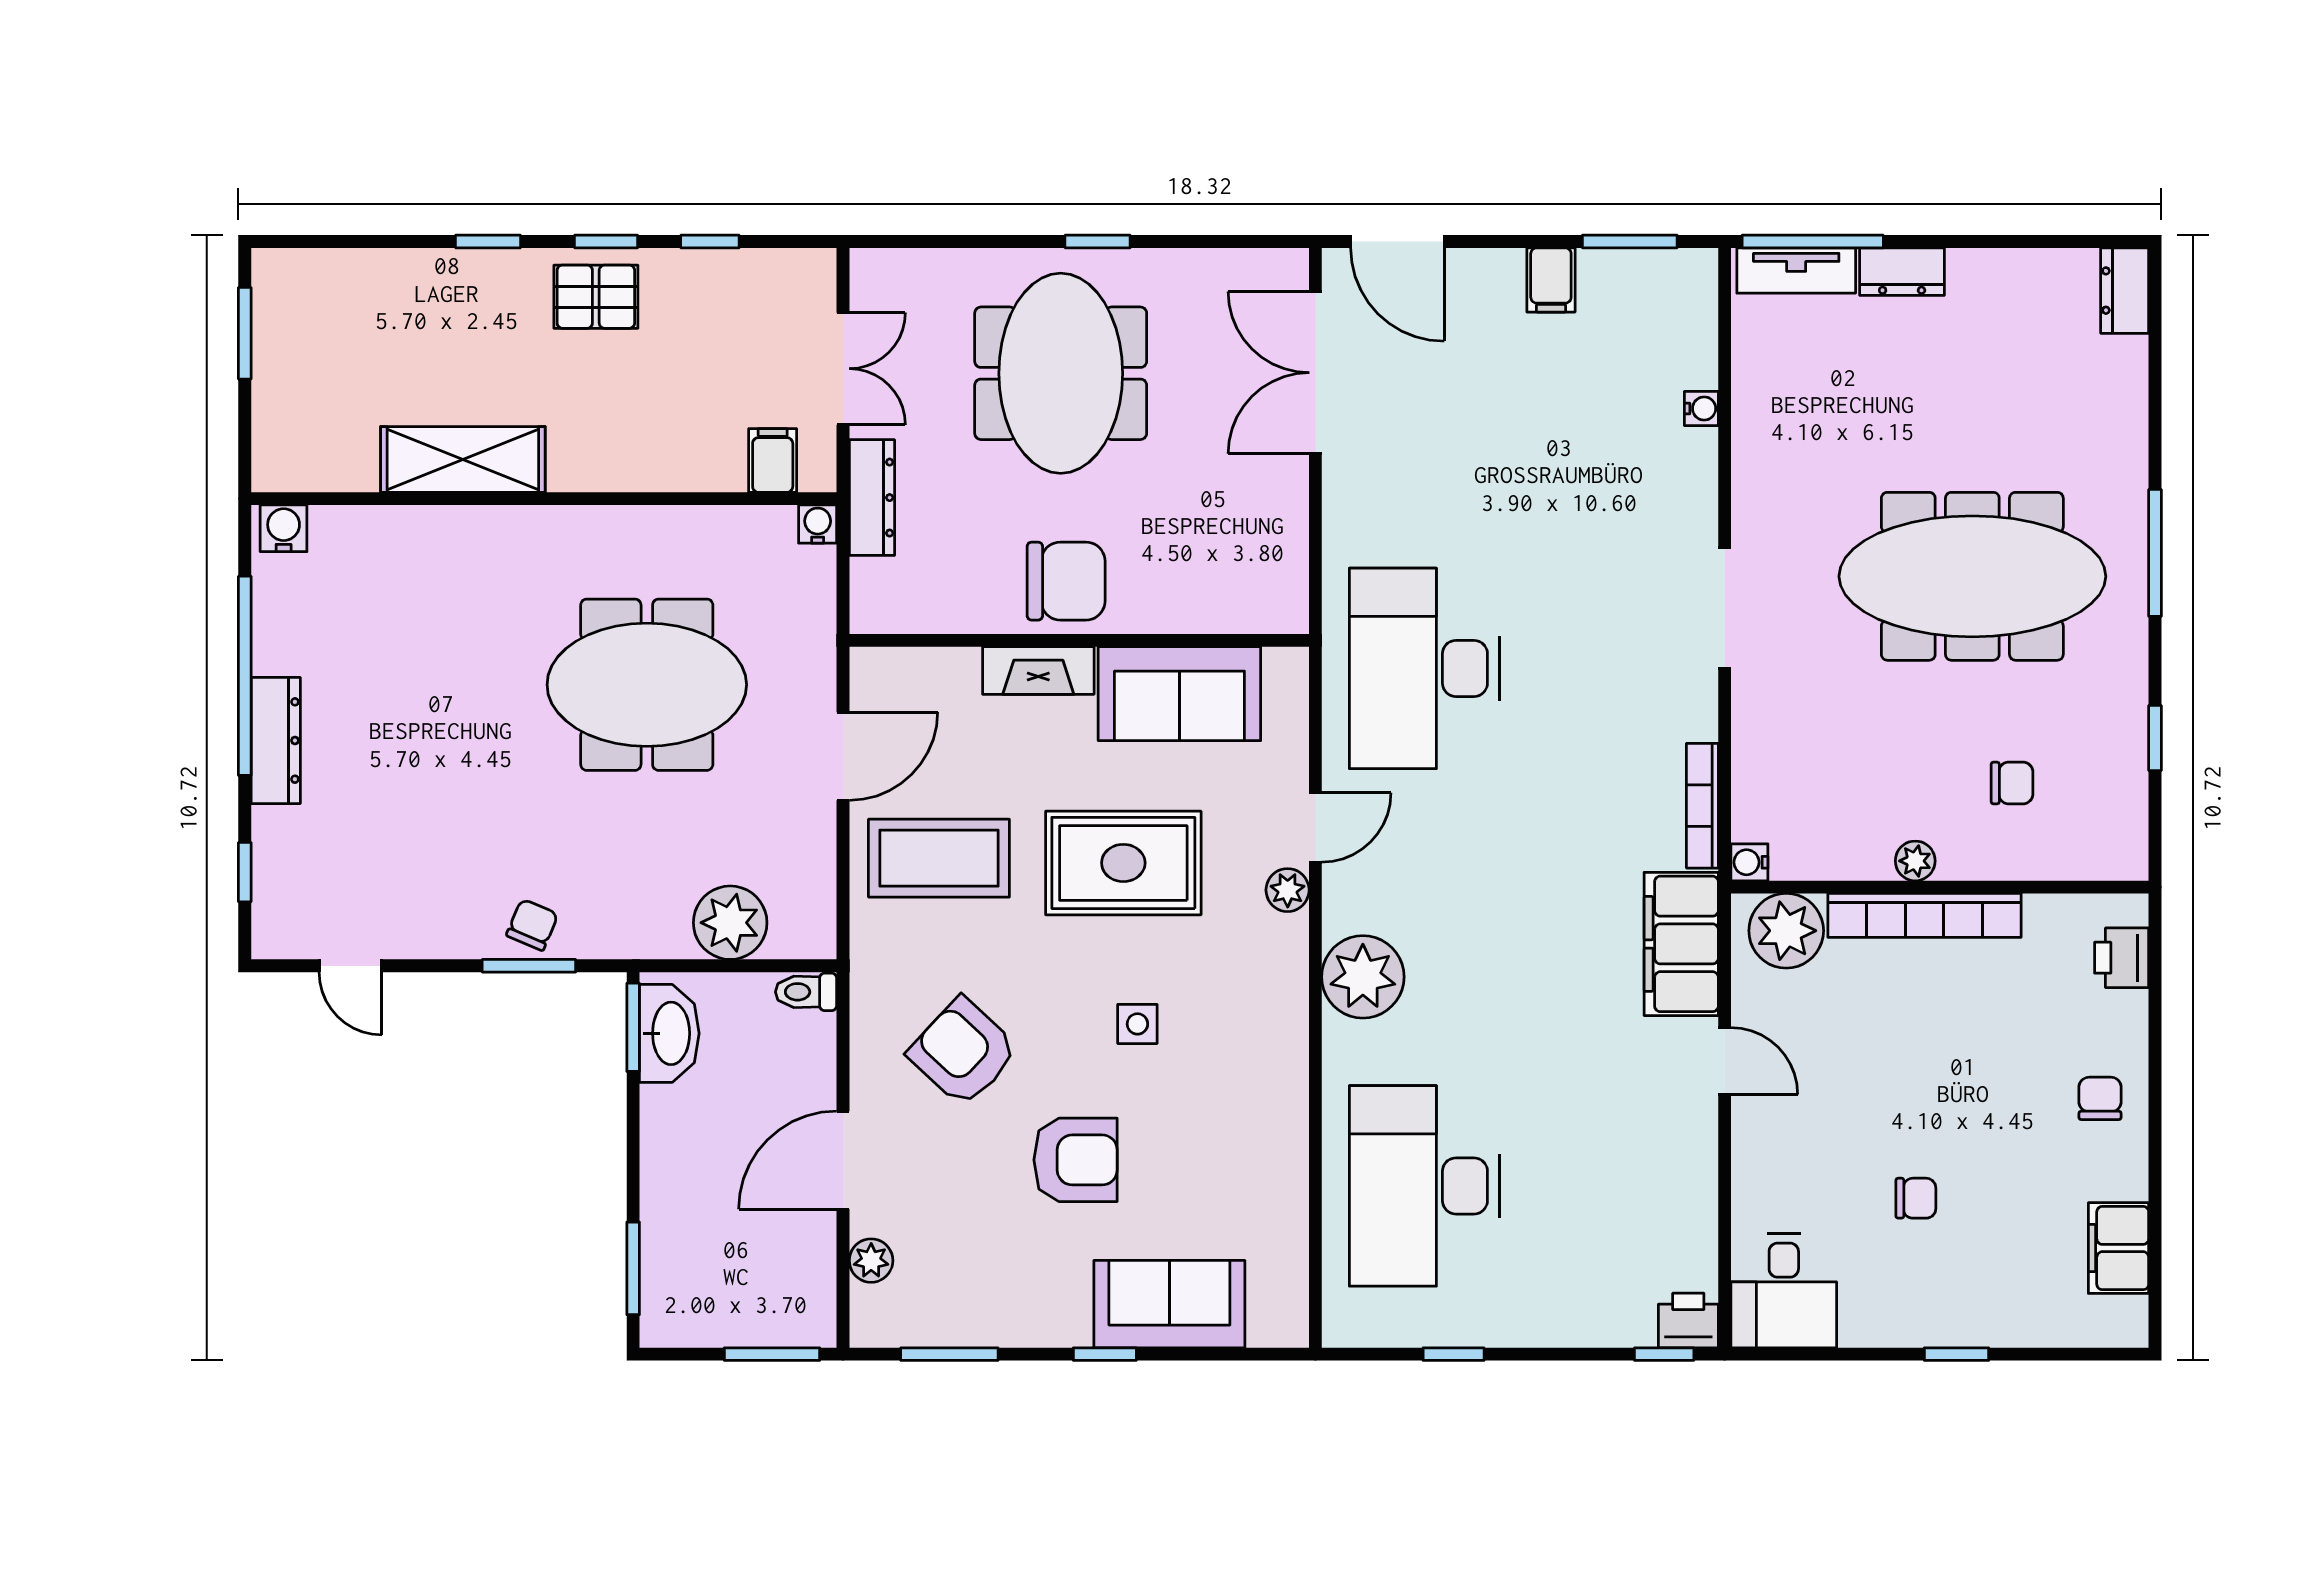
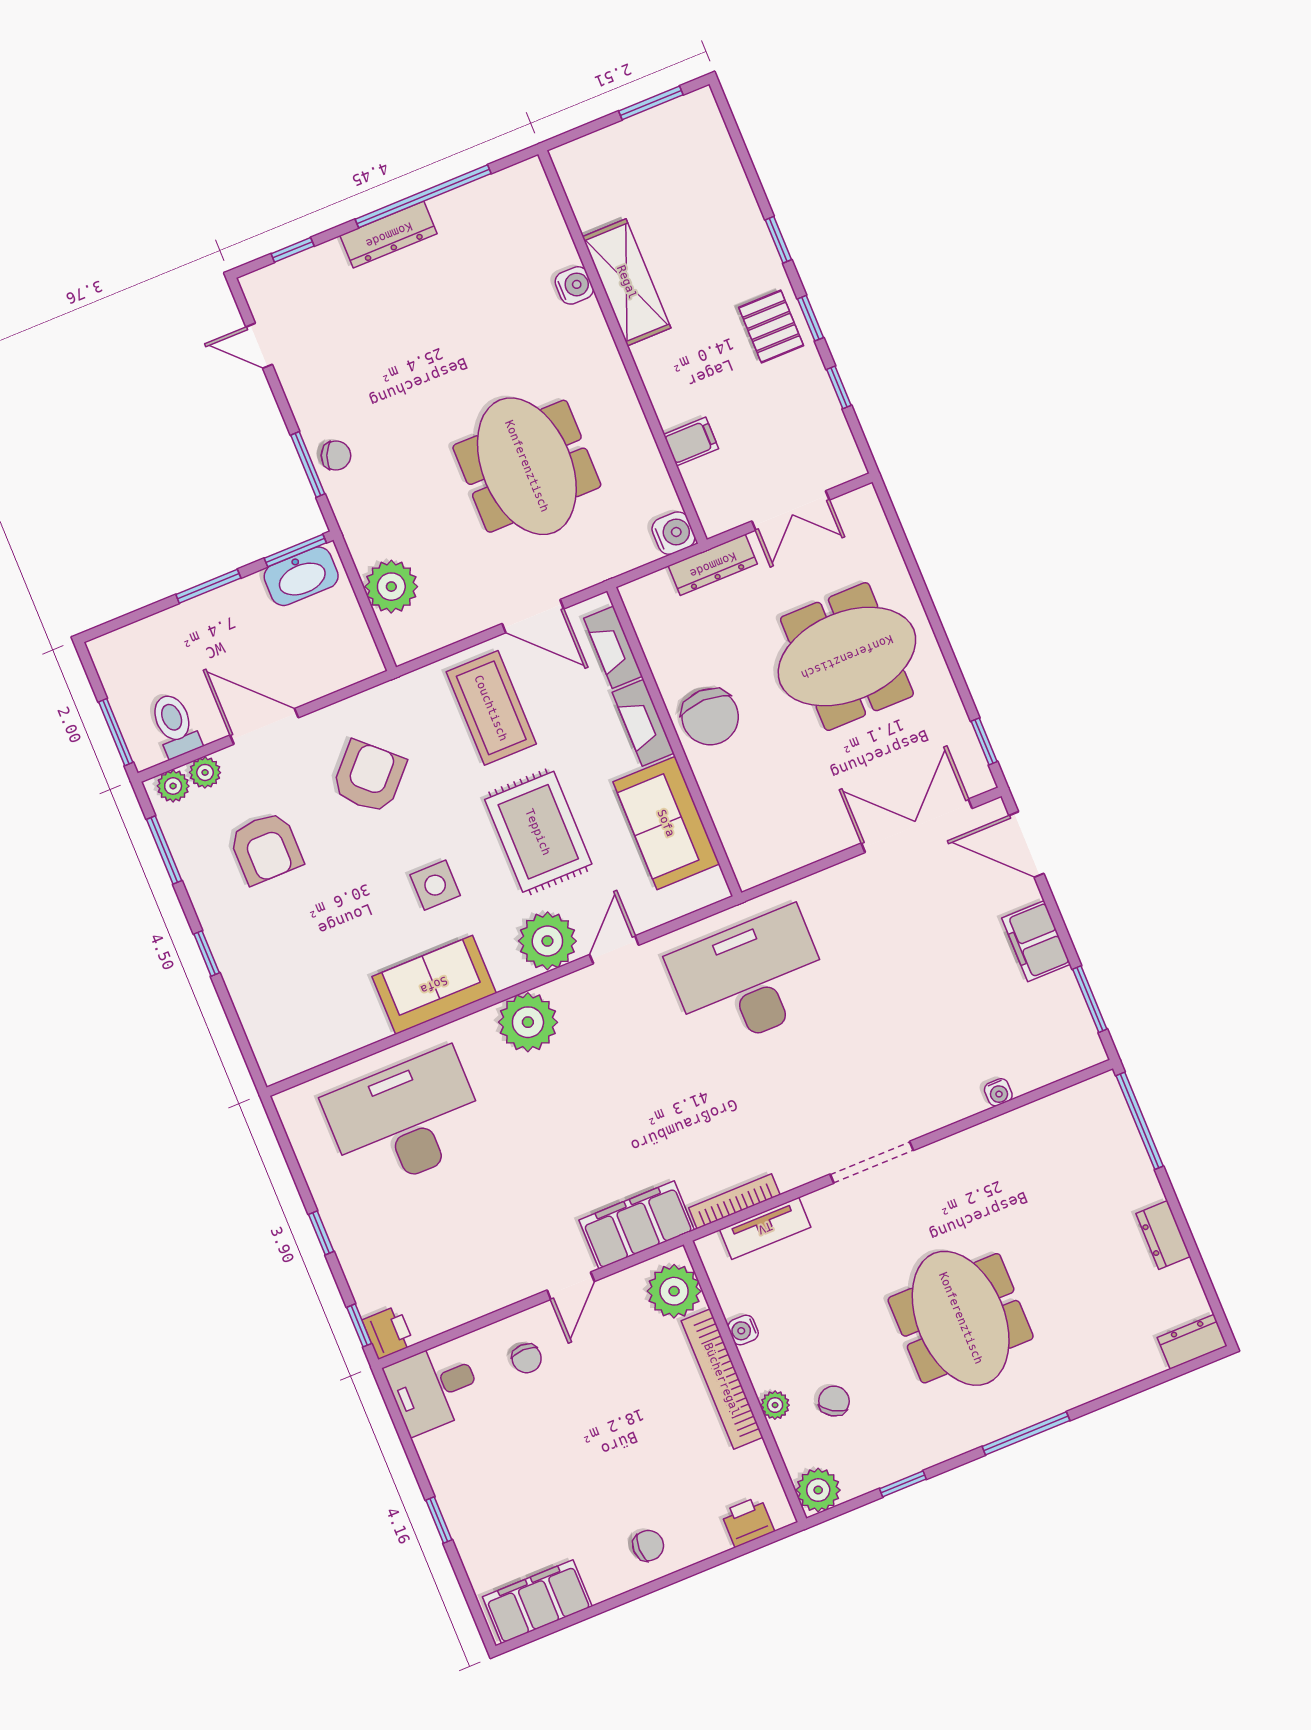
window: (1098, 242) -> (984, 741), moved
door: (1397, 242) -> (1026, 845), hinge flipped
tv unit: (1796, 271) -> (765, 1228), moved, turned -90
dresser: (1902, 272) -> (1163, 1235), moved
filing cabinet: (1551, 280) -> (1036, 941), width x2.00
filing cabinet: (773, 461) -> (691, 442), moved
water cooler: (818, 524) -> (673, 533), width x1.38, depth x1.38
water cooler: (284, 528) -> (574, 285), moved
meeting table: (1972, 576) -> (961, 1318), width x0.73
fireplace: (925, 669) -> (613, 647), added
chair: (2012, 783) -> (834, 1401), turned -148
door: (1315, 828) -> (614, 950), swing flipped
plant: (2118, 850) -> (818, 1490), added
plant: (1915, 861) -> (775, 1405), moved
water cooler: (1749, 862) -> (743, 1330), moved, turned -90
plant: (1288, 890) -> (547, 941), width x1.88, depth x1.88
door: (350, 966) -> (259, 346), hinge flipped
toilet: (806, 992) -> (175, 725), moved, width x1.37, depth x1.39
side table: (1137, 1024) -> (435, 885), width x1.37, depth x1.37
armchair: (1076, 1160) -> (266, 848), moved
chair: (1916, 1198) -> (527, 1358), moved
filing cabinet: (2119, 1248) -> (537, 1602), width x1.50, depth x1.17
window: (633, 1268) -> (208, 586), moved
sofa: (1169, 1304) -> (434, 985), moved, turned -90
plant: (872, 1309) -> (173, 786), added
window: (1454, 1354) -> (321, 1233), moved

